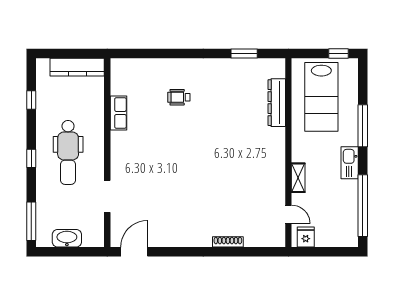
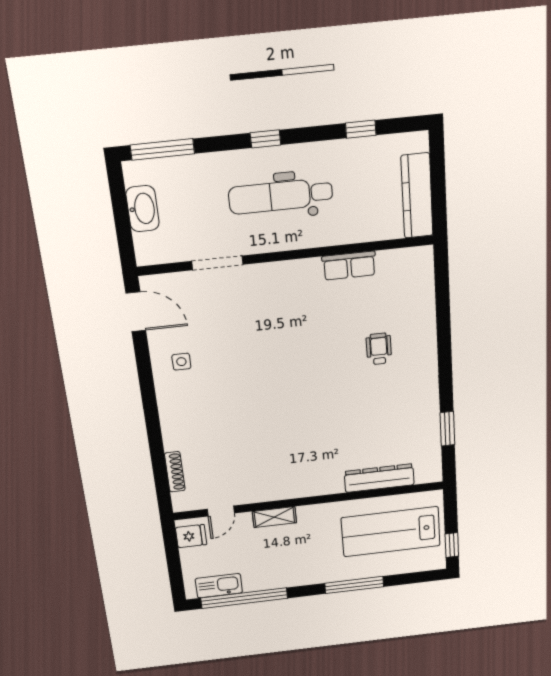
kitchen sink: (350, 163) -> (219, 586), moved
side table: (172, 227) -> (181, 362), added
shoe rack: (228, 242) -> (175, 472), moved

